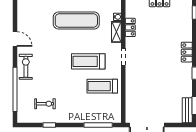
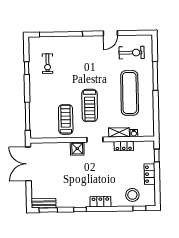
stool: (180, 19) -> (132, 195), added
treadmill: (88, 61) -> (90, 105), turned 180
exercise bike: (26, 67) -> (132, 53), moved
shower: (132, 75) -> (77, 149), added

